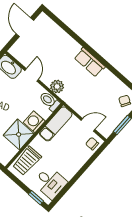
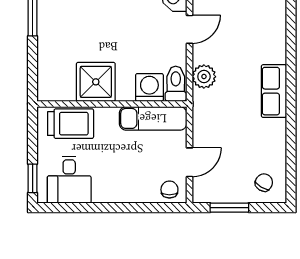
washing machine: (34, 122) -> (149, 87), moved
door: (88, 125) -> (189, 162), hinge flipped
trolley: (27, 161) -> (71, 124), turned 180

